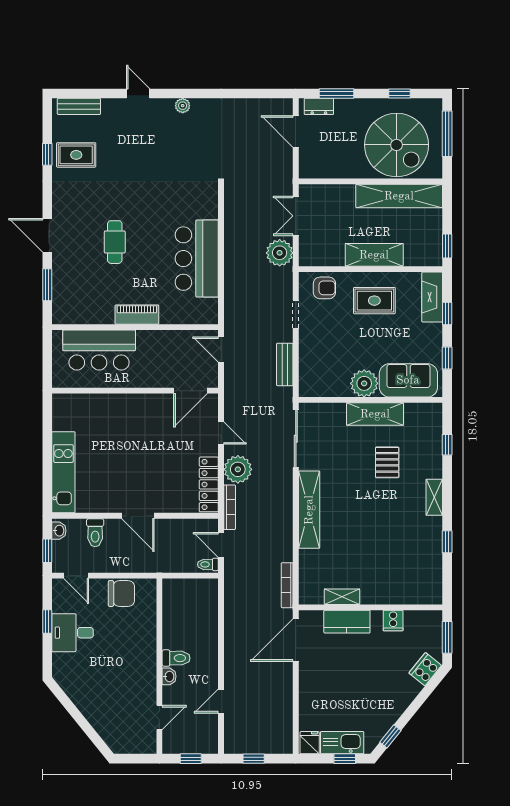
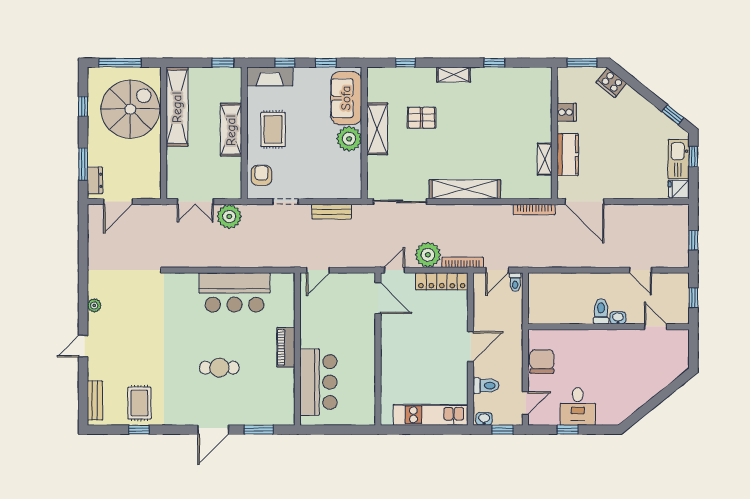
wall: (135, 391) -> (378, 349), moved
door: (191, 391) -> (378, 298), moved

